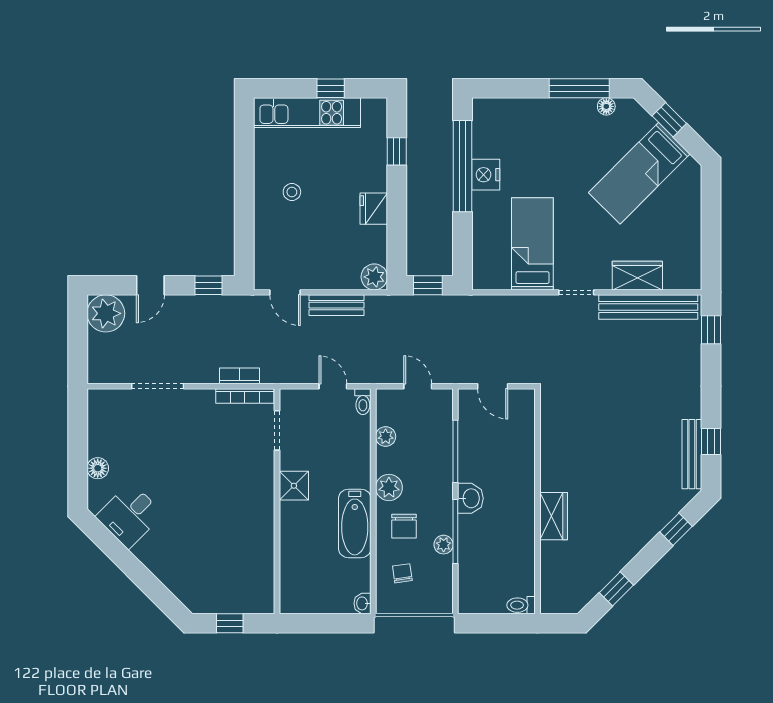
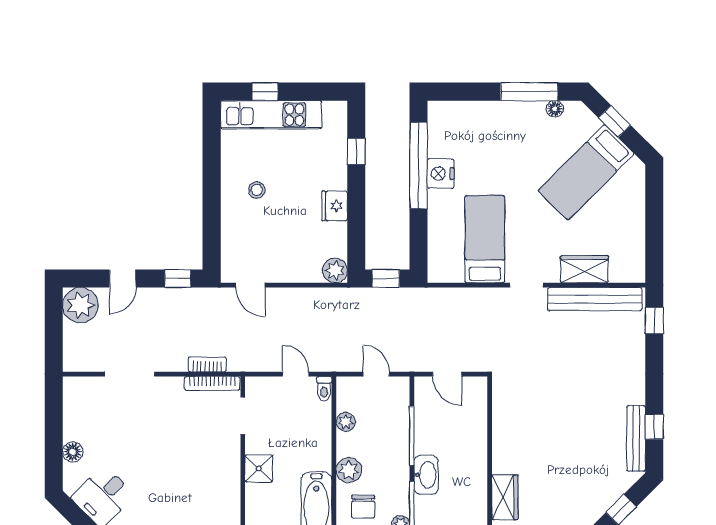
window: (331, 88) -> (265, 92), moved
bench: (336, 305) -> (299, 297), removed
washbasin: (470, 498) -> (426, 475), width x1.38

